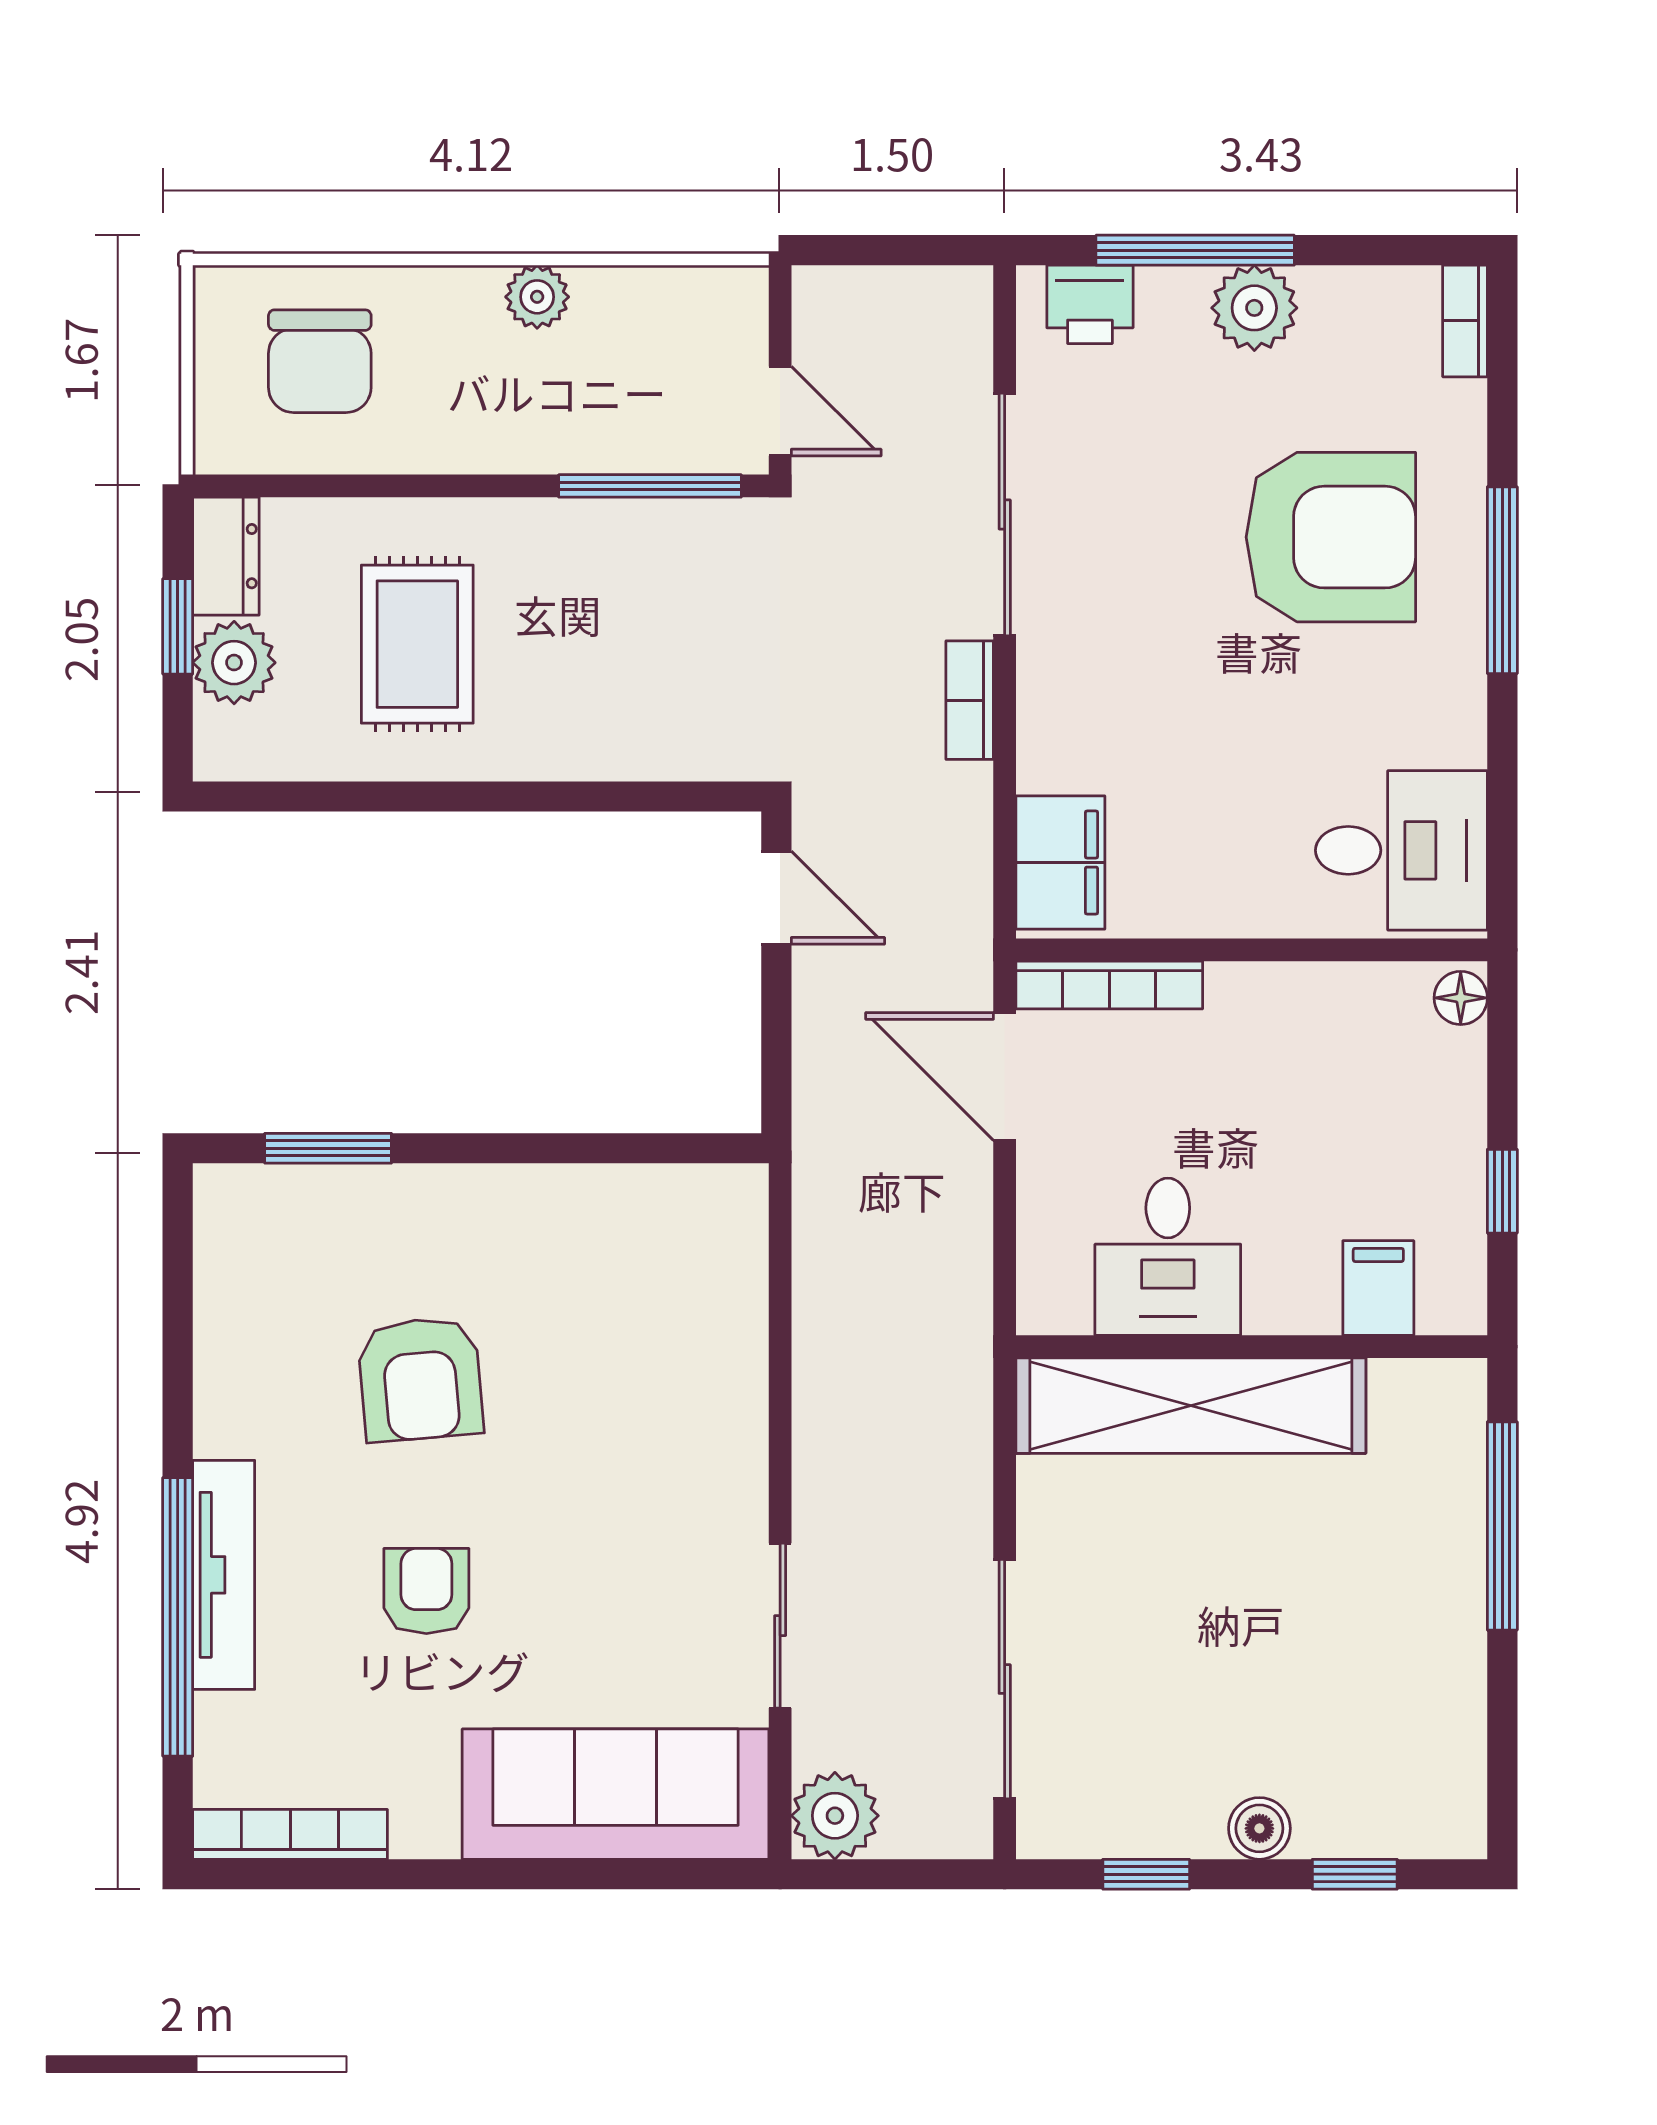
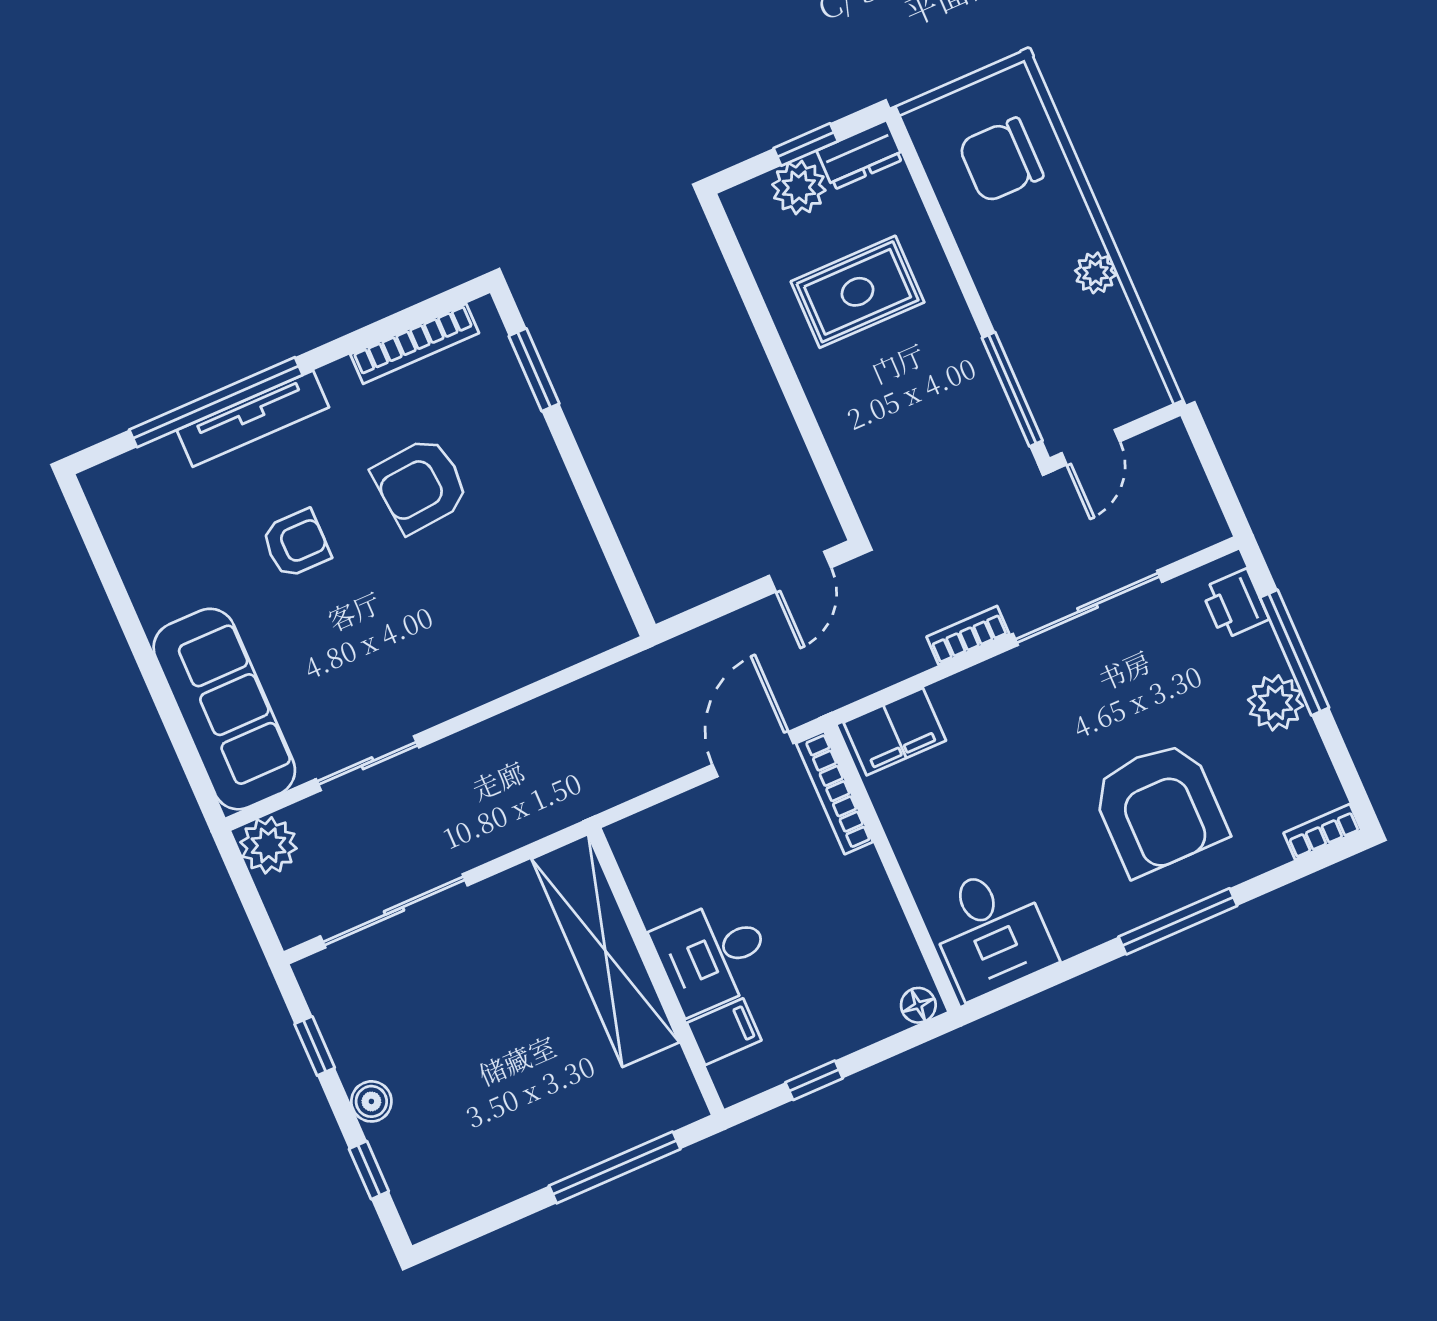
desk: (1168, 1257) -> (713, 955), moved
bookcase: (290, 1834) -> (415, 344), moved, turned 90

